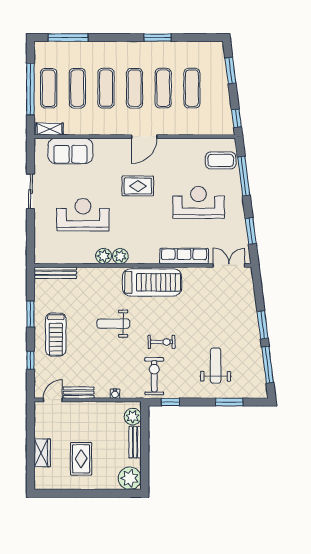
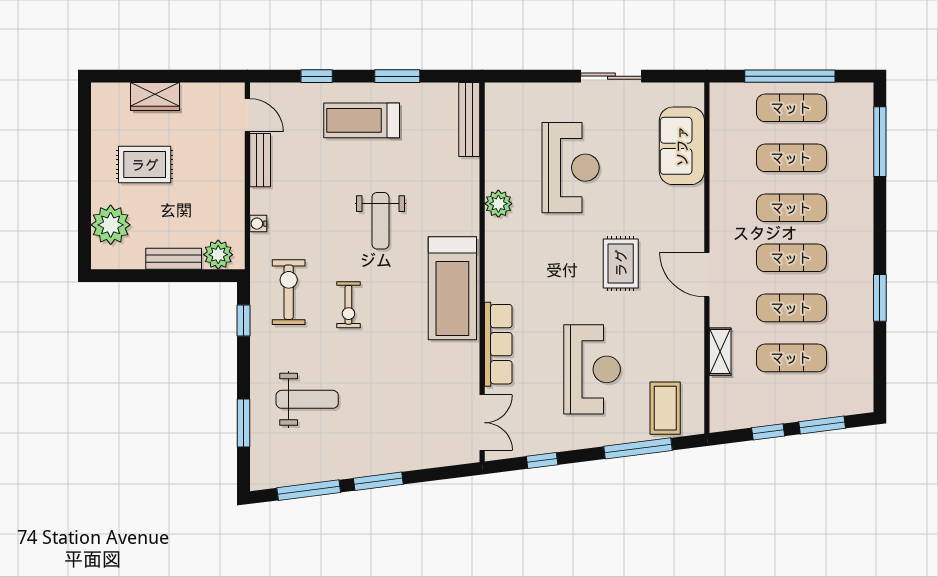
window: (236, 118) -> (768, 432), moved
shelving: (50, 129) -> (720, 352), moved
window: (251, 231) -> (542, 461), width x0.67
plant: (120, 256) -> (498, 233), removed
weight bench: (113, 324) -> (380, 221), turned 180
exercise bike: (154, 376) -> (289, 292), turned -90
plant: (130, 478) -> (111, 225), moved

